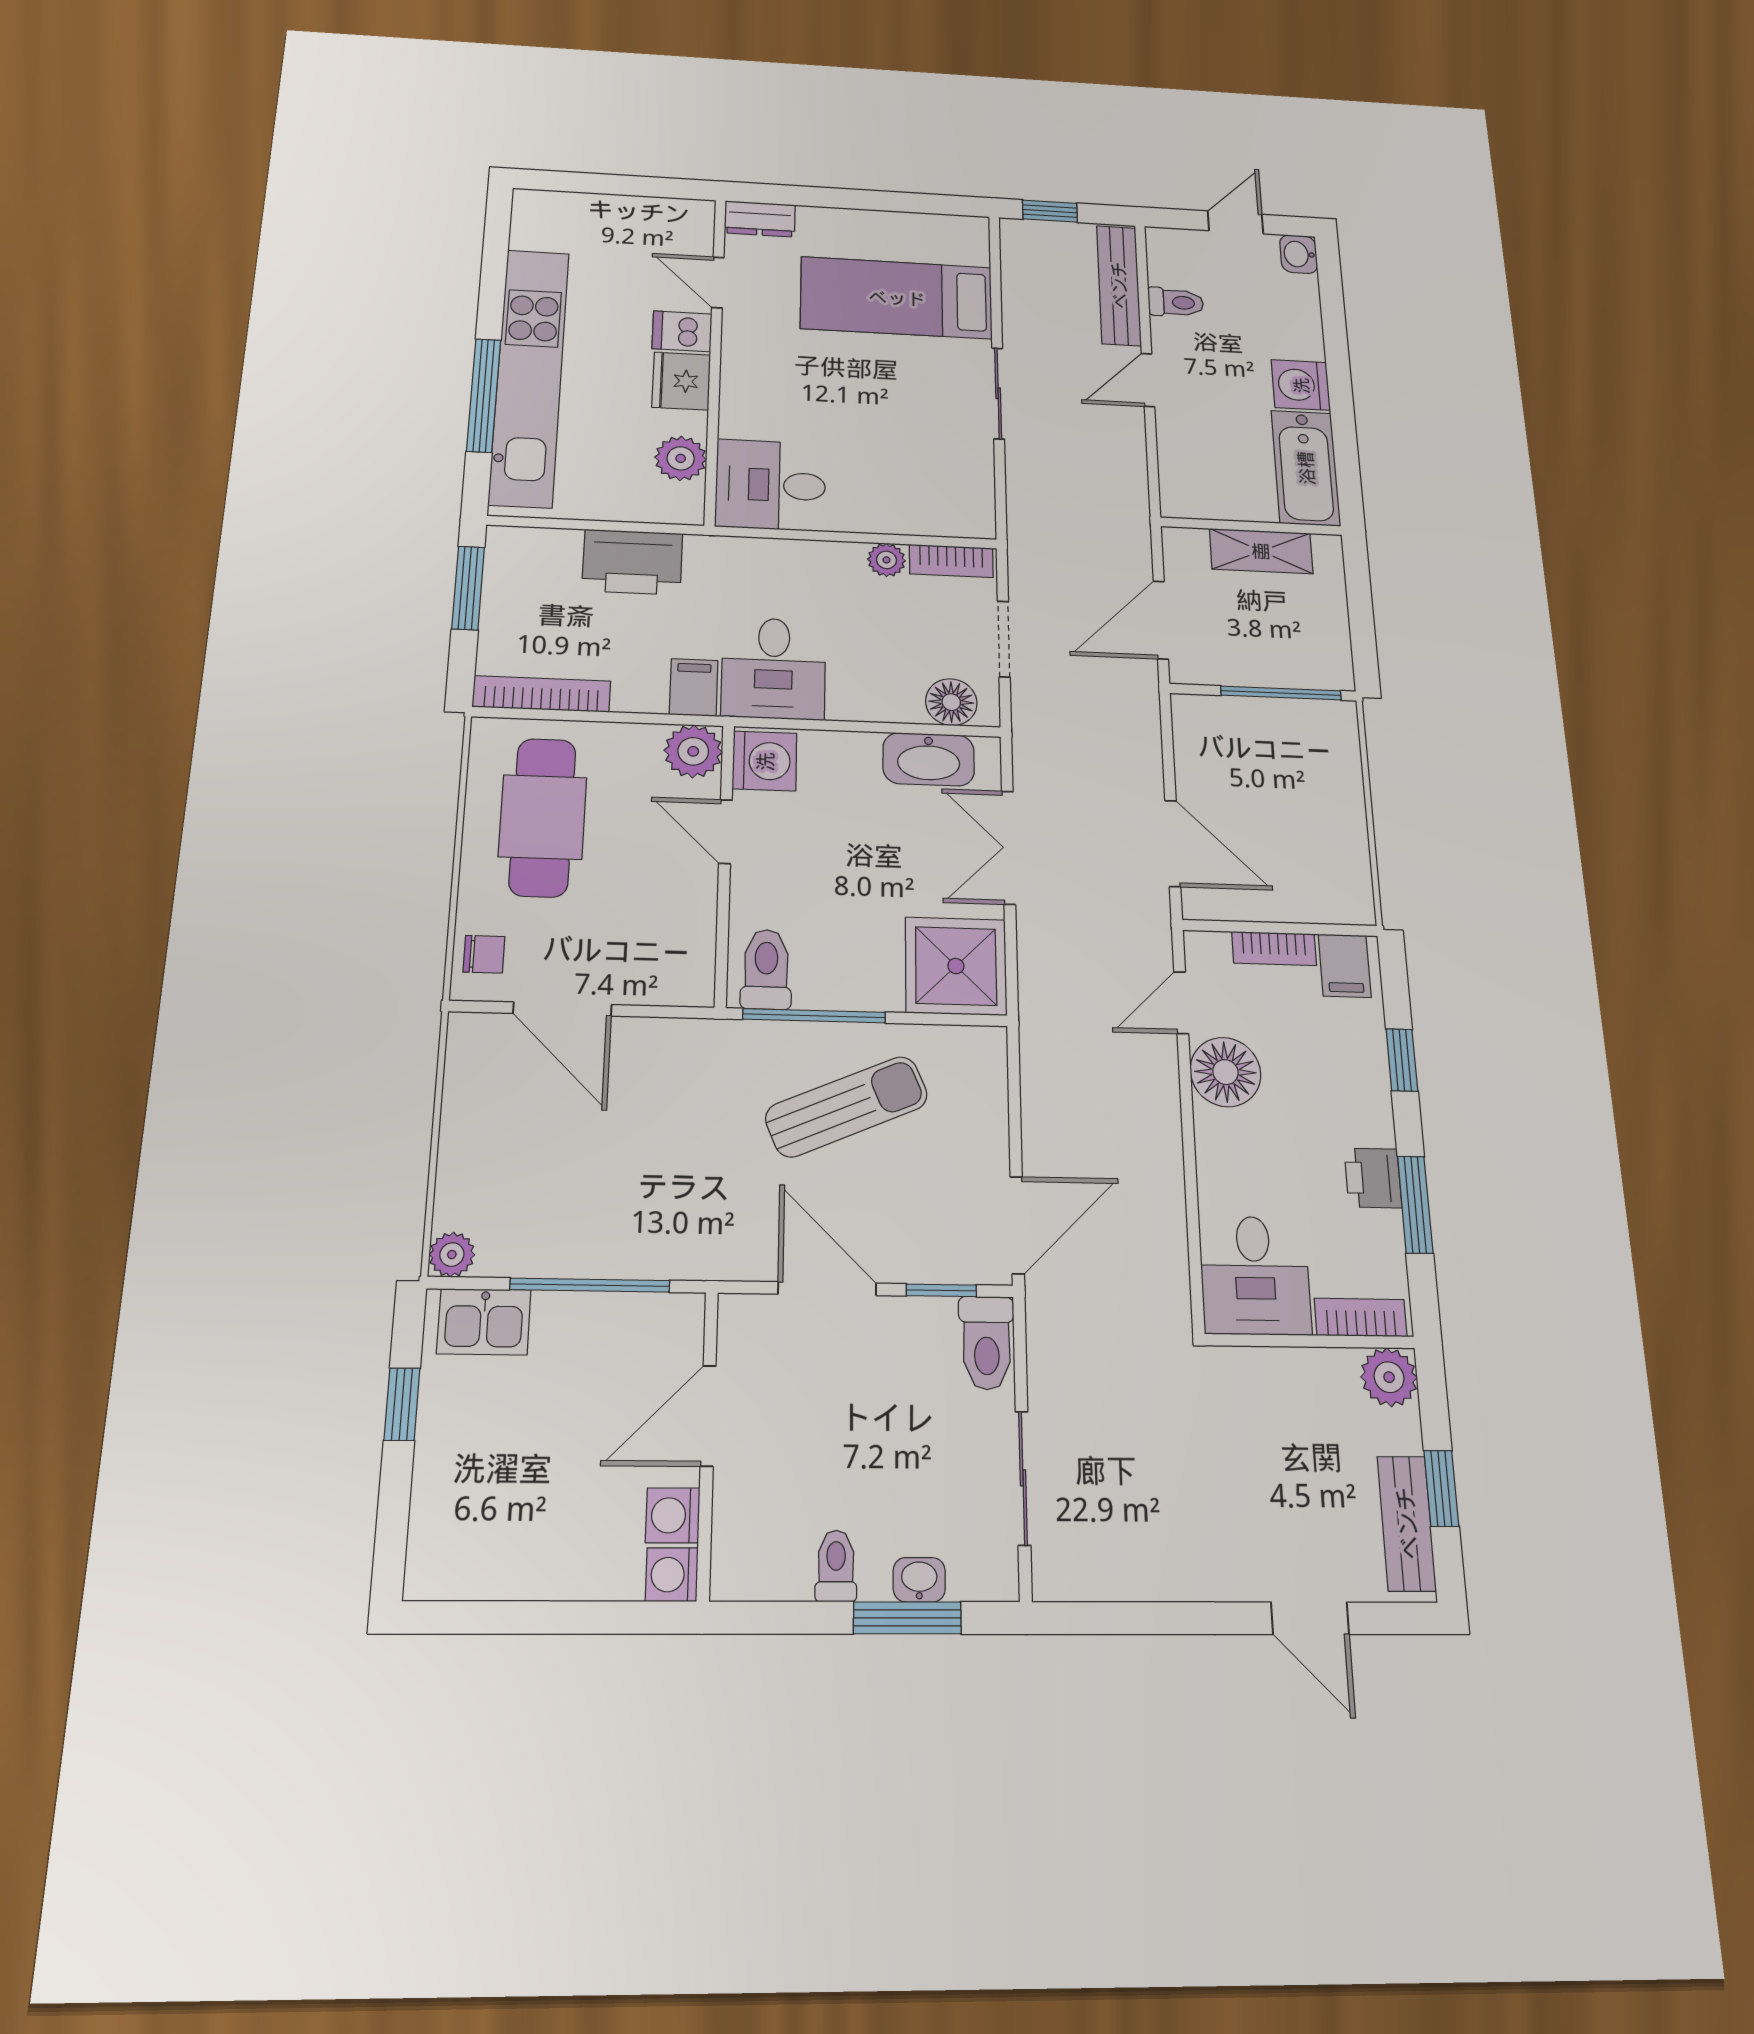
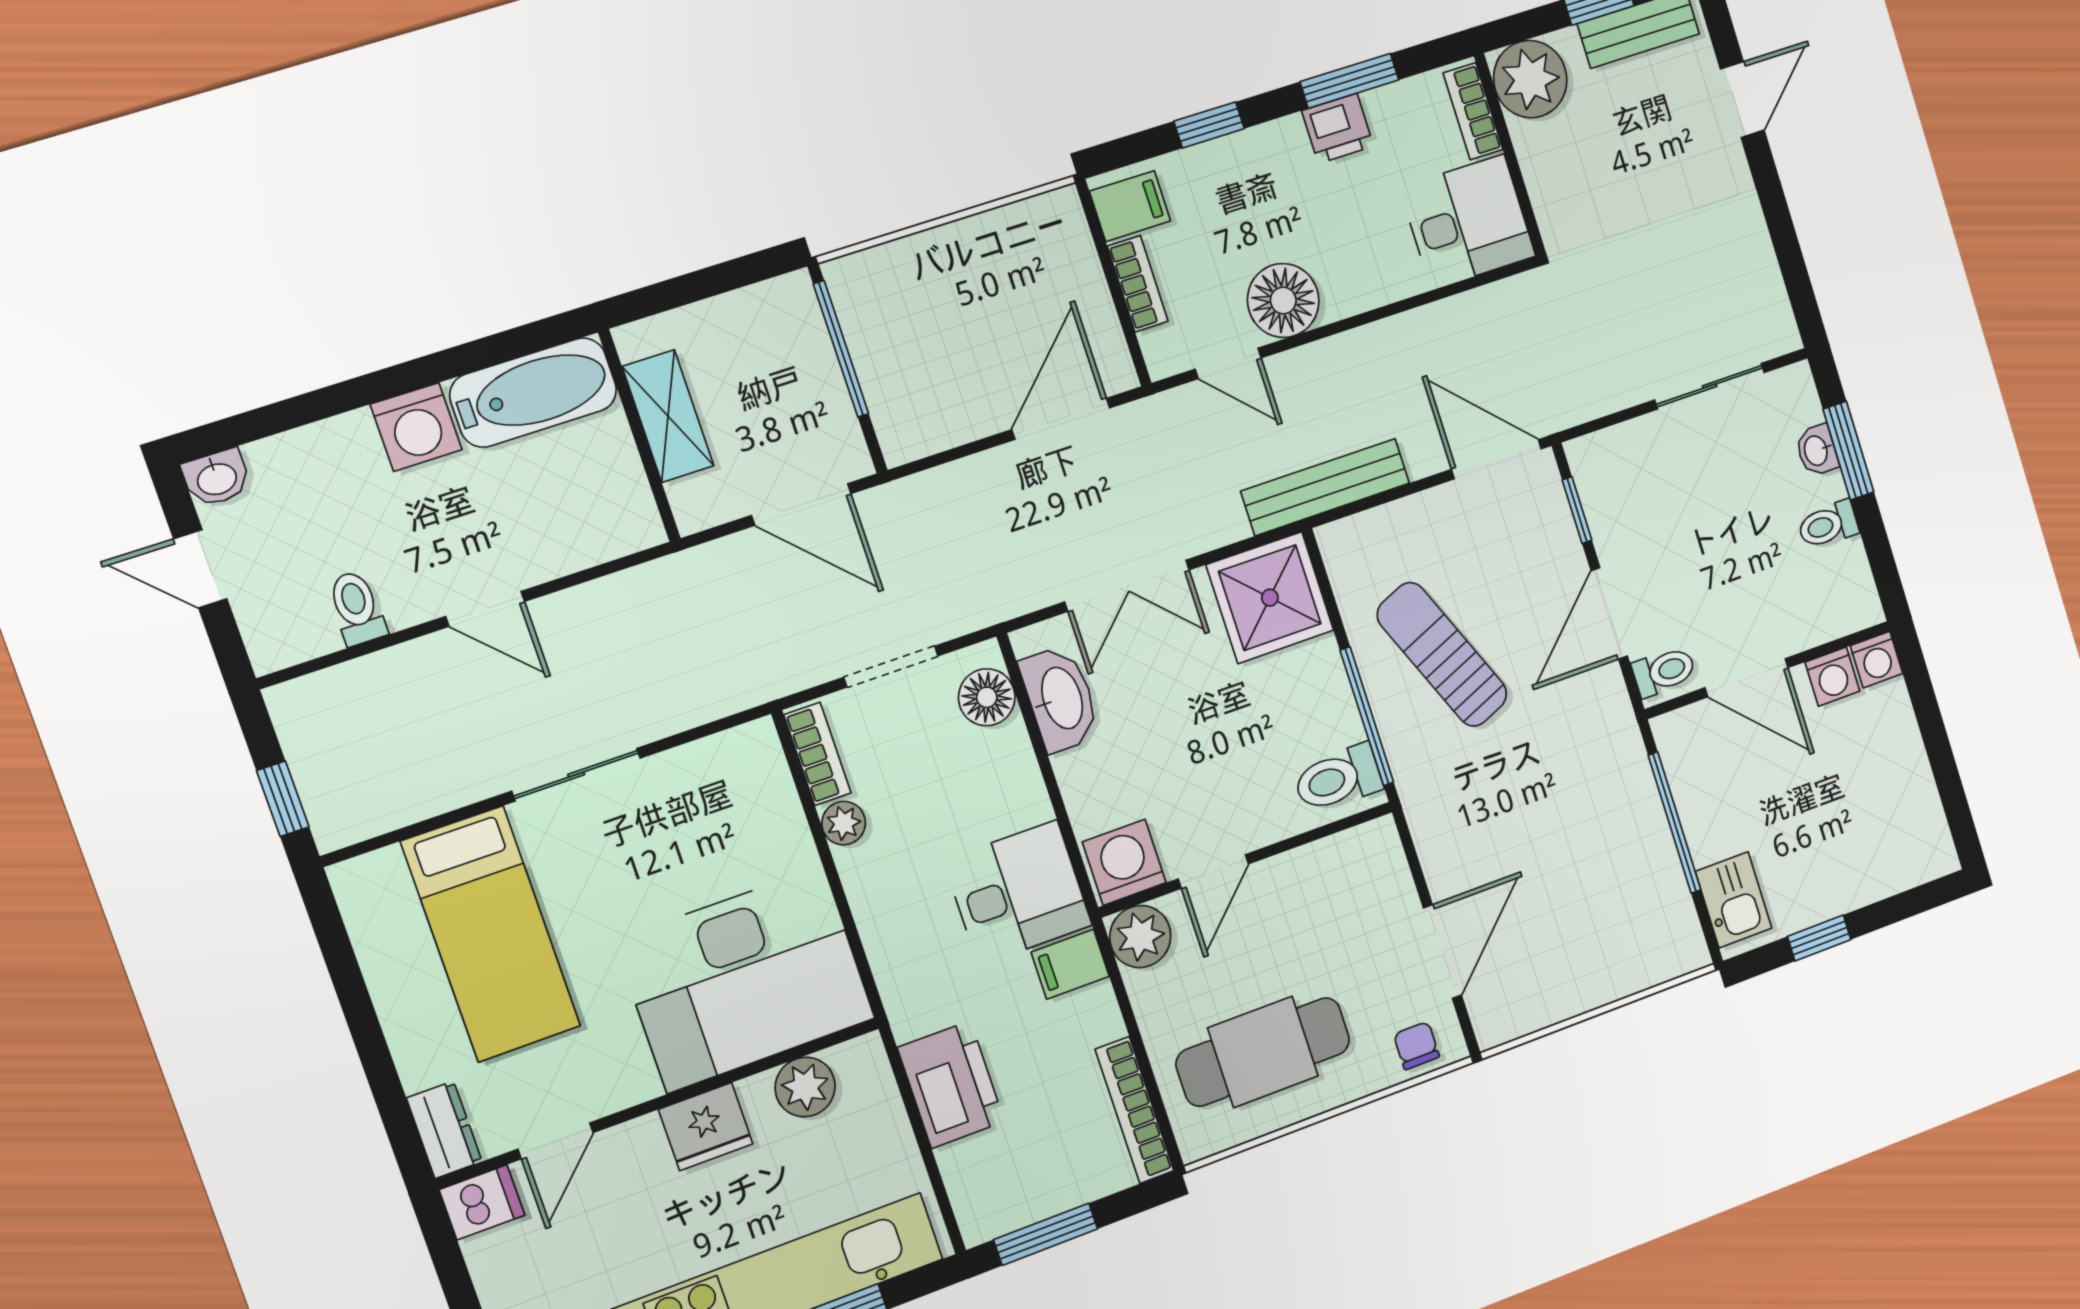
bench: (1119, 285) -> (1325, 487), moved
dishwasher: (682, 331) -> (482, 1202), moved, turned -90
desk: (771, 485) -> (745, 979), width x1.87, depth x1.30
plant: (452, 1255) -> (1688, 952), removed
toilet: (987, 1343) -> (1664, 671), moved, width x0.73, depth x0.72
plant: (1389, 1377) -> (1530, 79), width x1.36, depth x1.36

